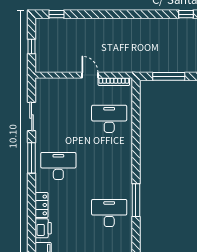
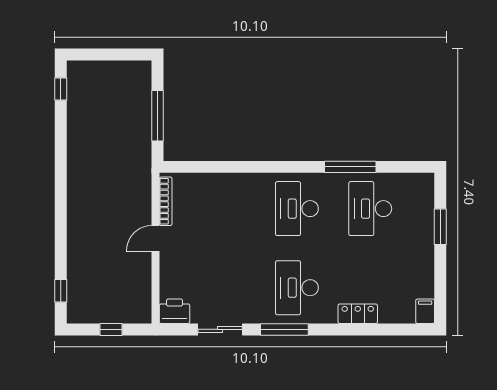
desk: (109, 119) -> (297, 209), moved
printer: (43, 228) -> (175, 311), moved

